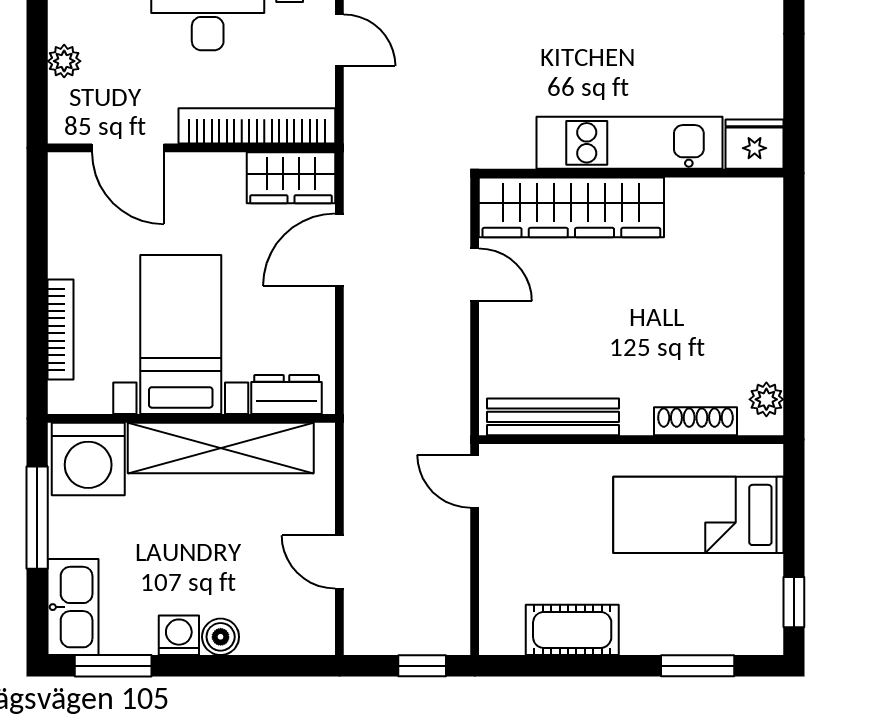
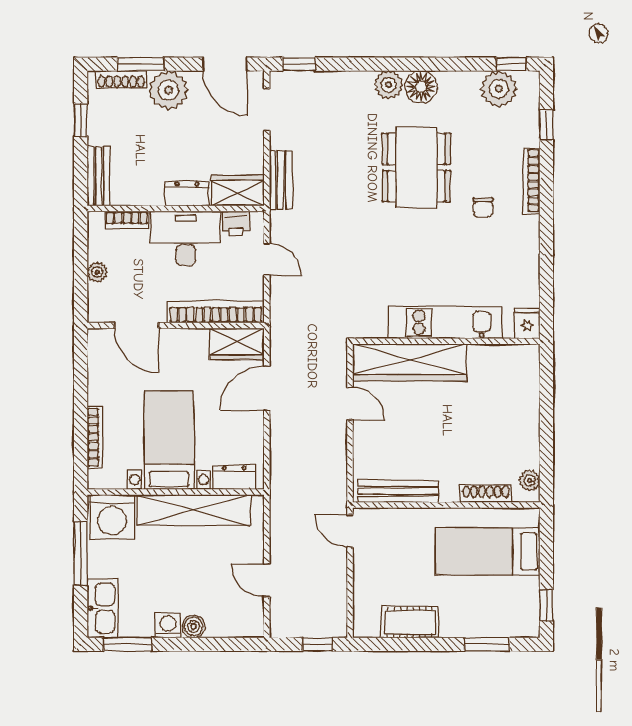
fridge: (755, 144) -> (527, 323), width x0.72

